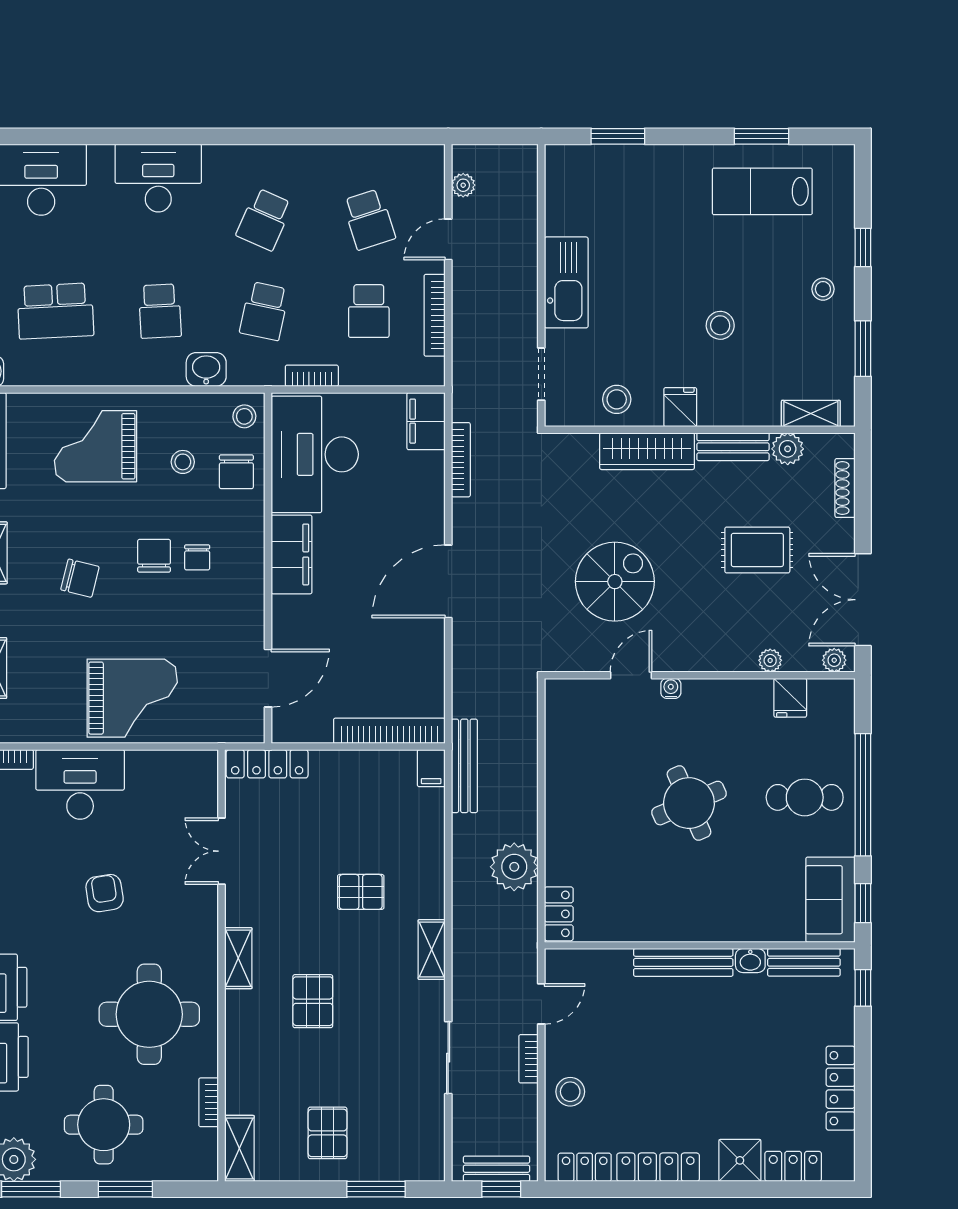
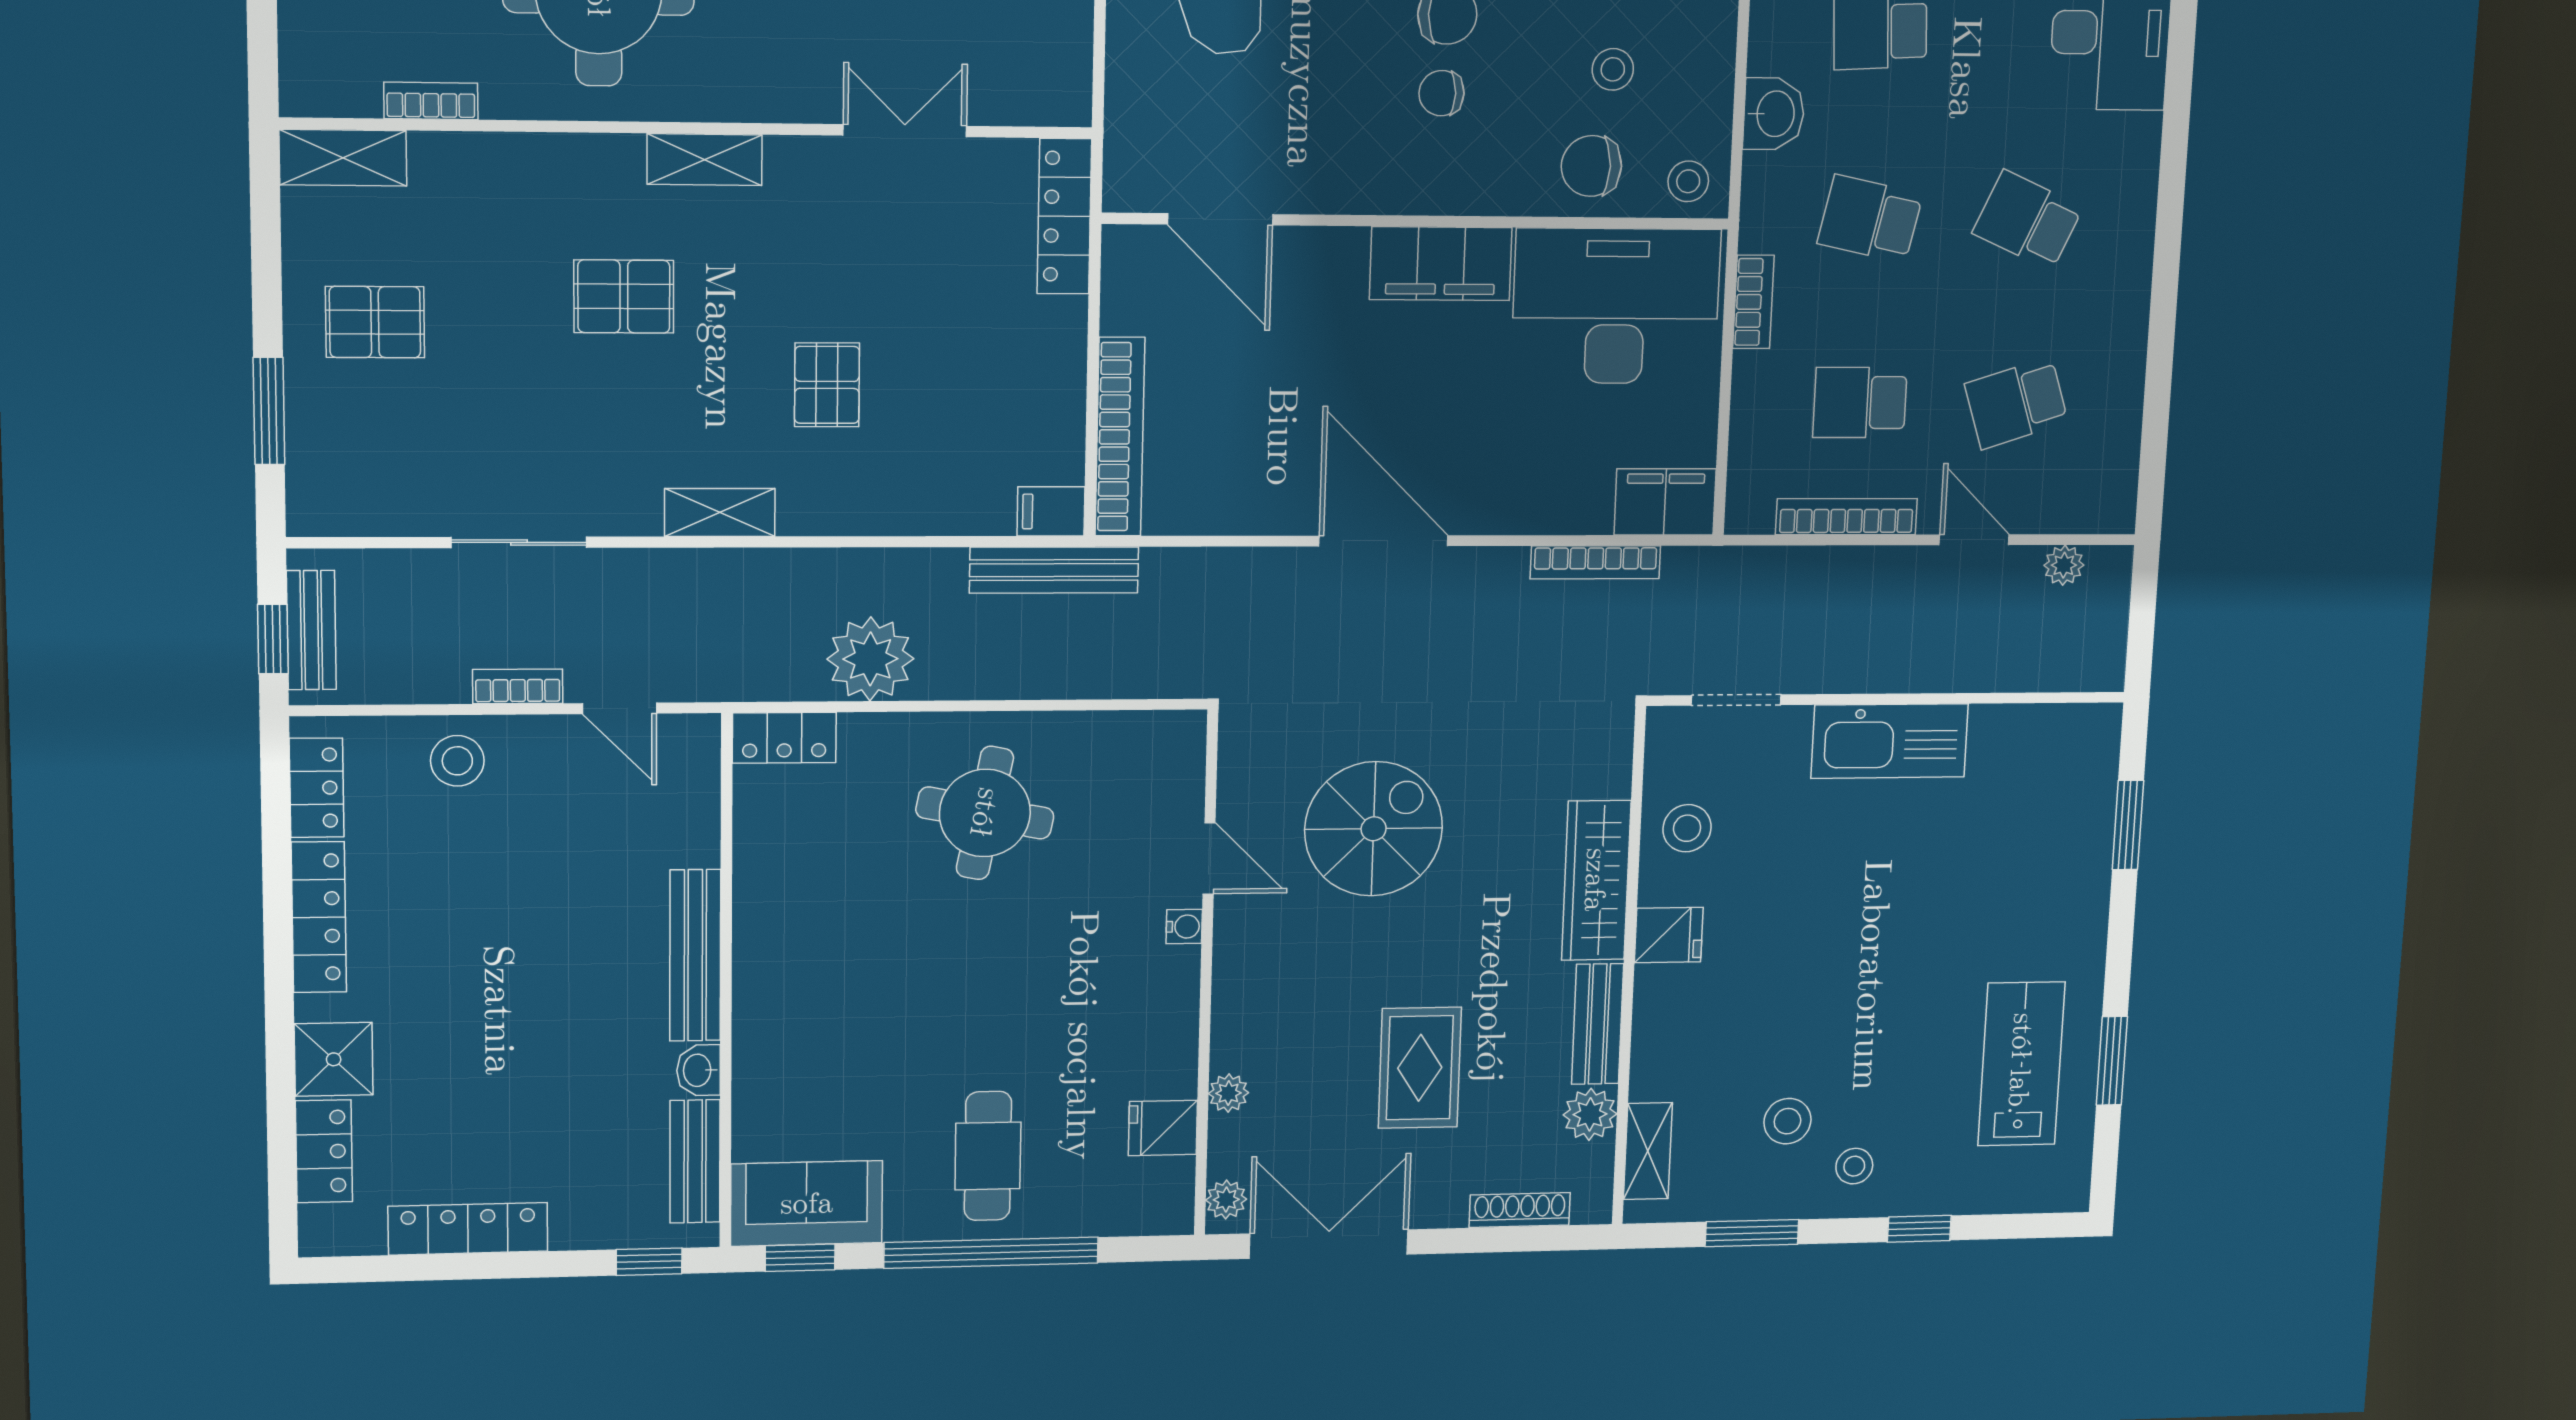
stool: (720, 325) -> (1787, 1121), moved
spiral stairs: (615, 582) -> (1374, 829), turned -90
round table: (689, 803) -> (985, 813), moved, turned 34

